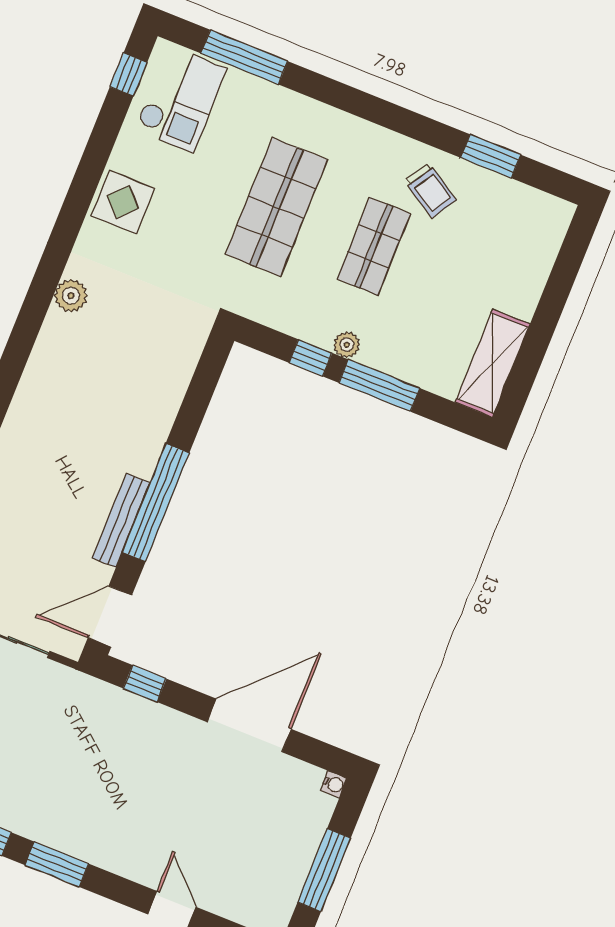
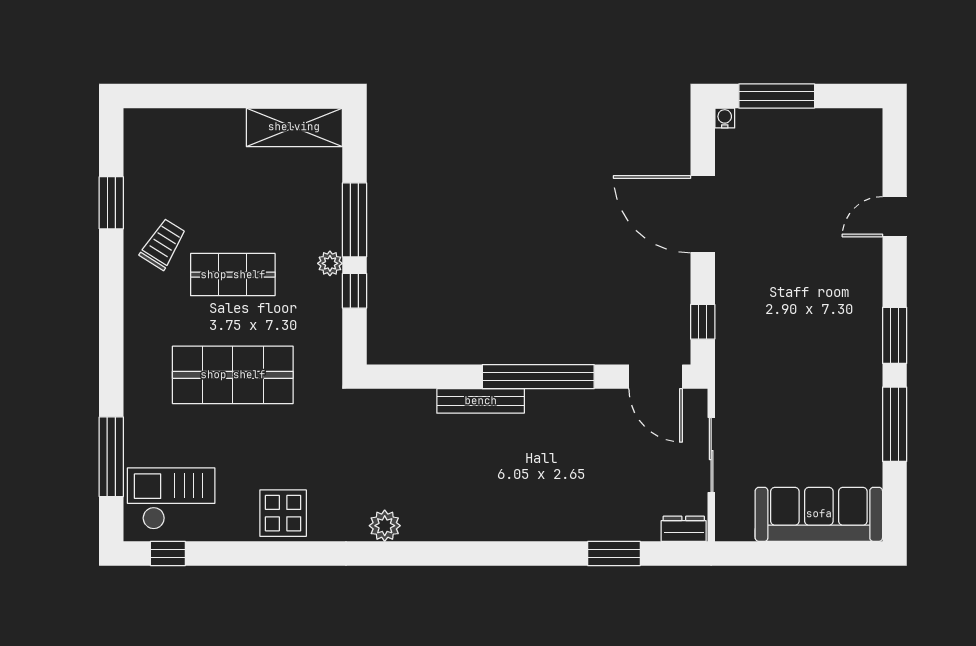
bench: (121, 520) -> (481, 401), moved
window: (324, 870) -> (777, 96), moved

